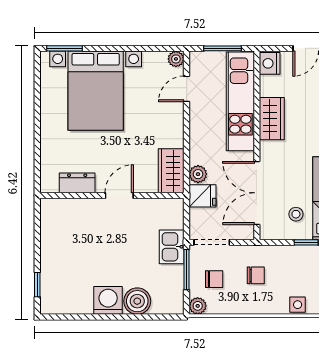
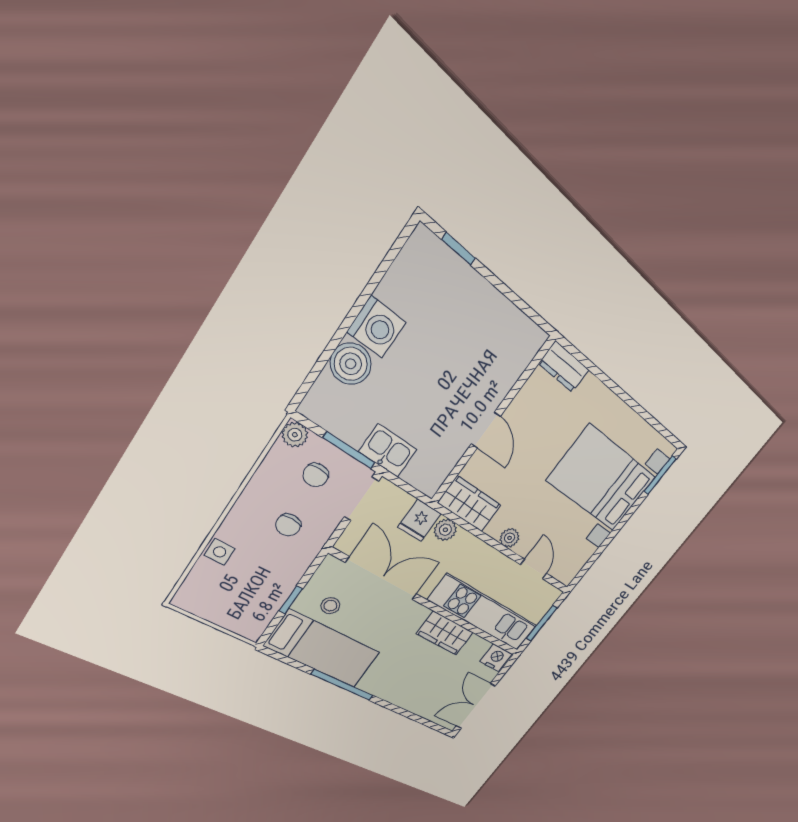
plant: (176, 59) -> (510, 538), moved
dresser: (77, 183) -> (564, 367), moved, turned 90

